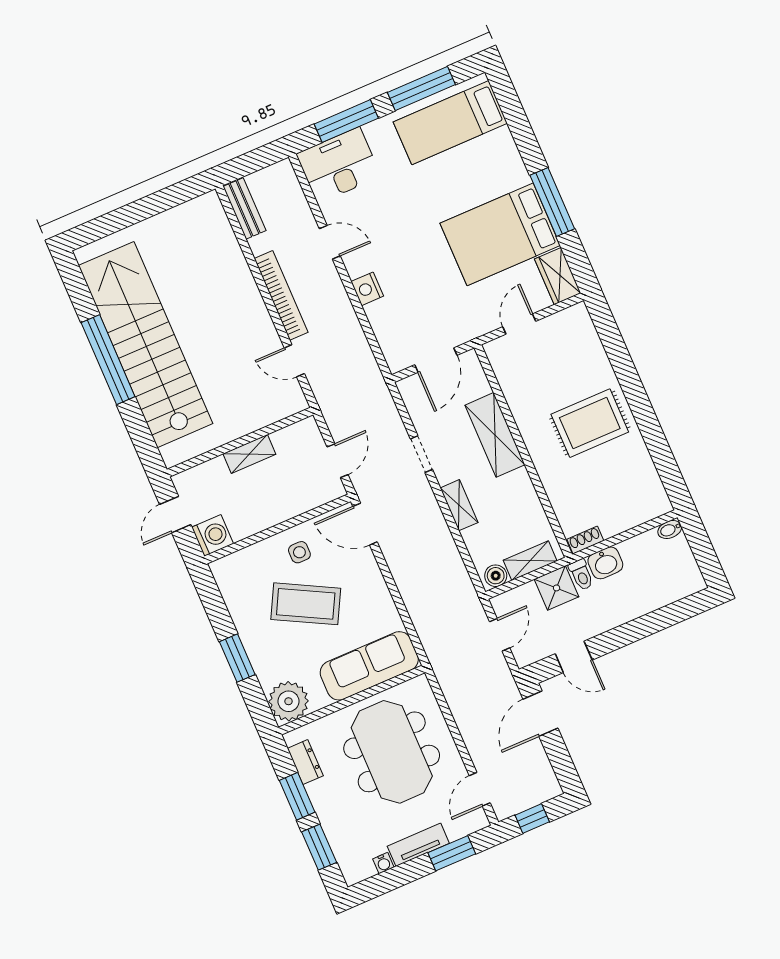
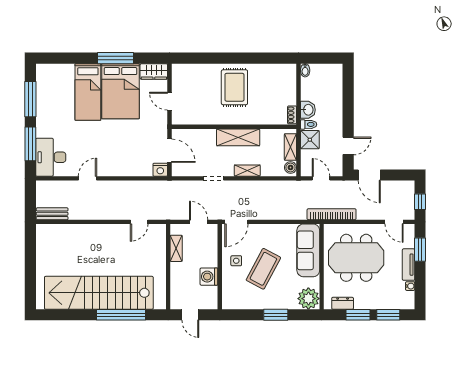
bed: (450, 123) -> (88, 92), moved
nightstand: (367, 289) -> (160, 170), moved
bookcase: (281, 295) -> (332, 214), moved
window: (108, 360) -> (121, 315), moved
shelving: (495, 435) -> (238, 137), moved
shelving: (249, 454) -> (176, 248), moved
washing machine: (213, 535) -> (209, 277), moved, turned -90

